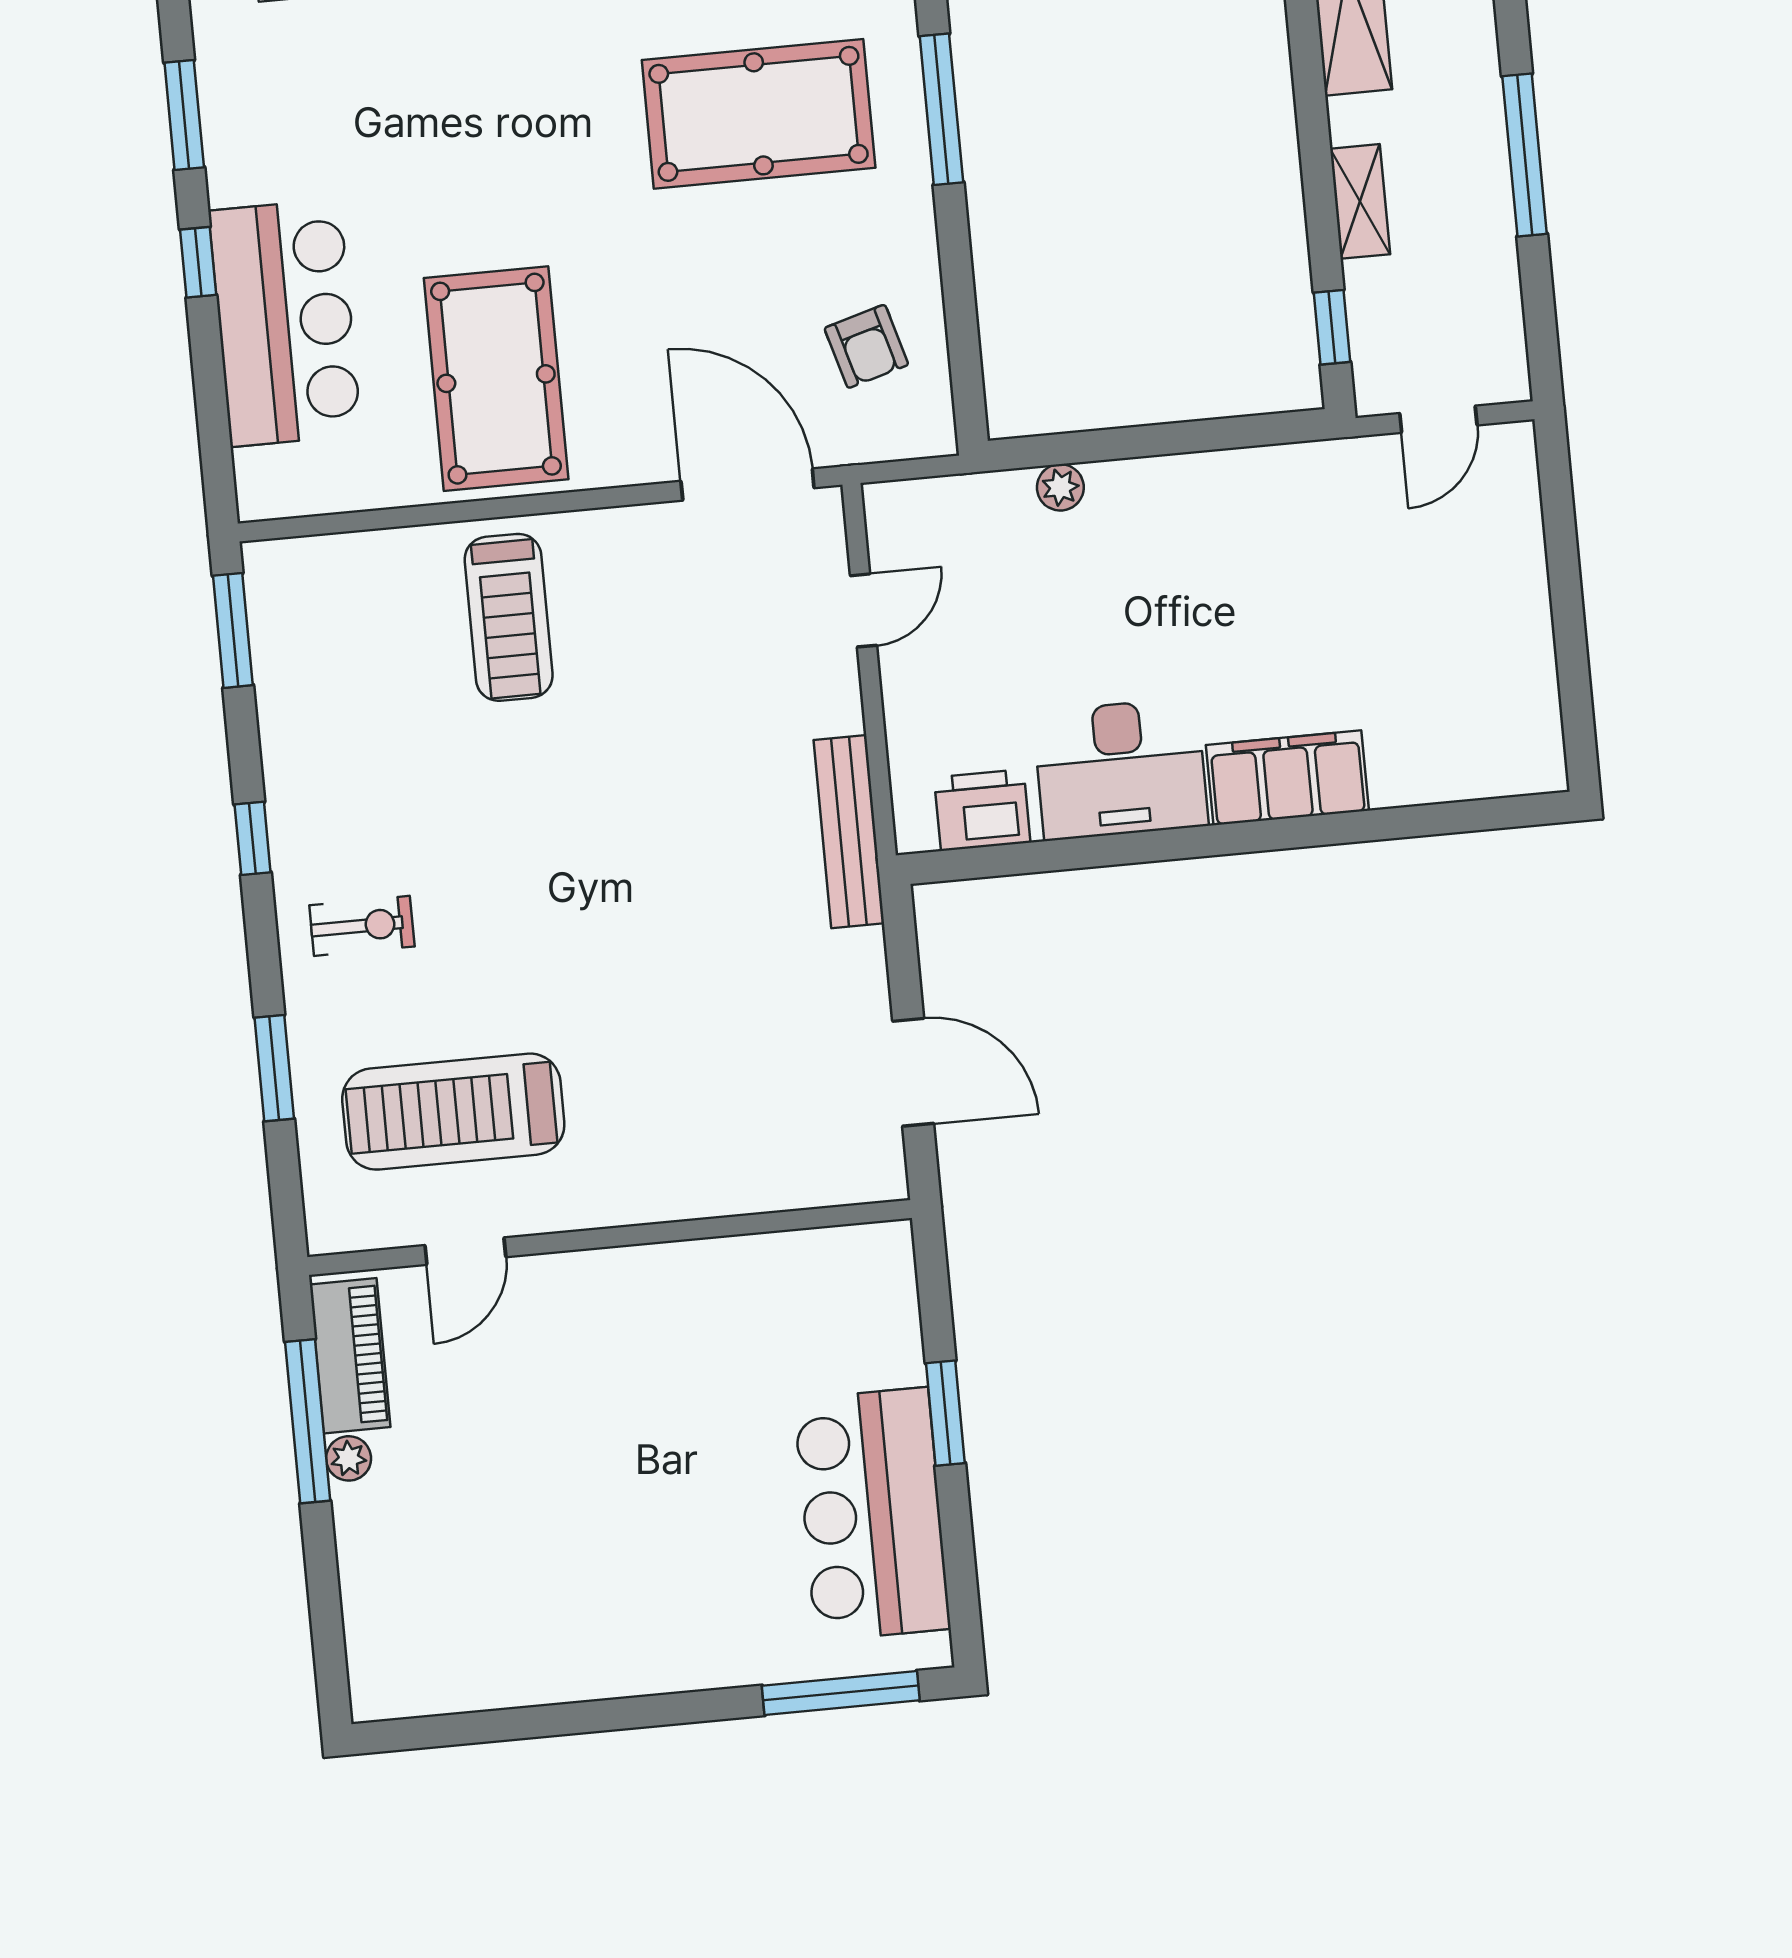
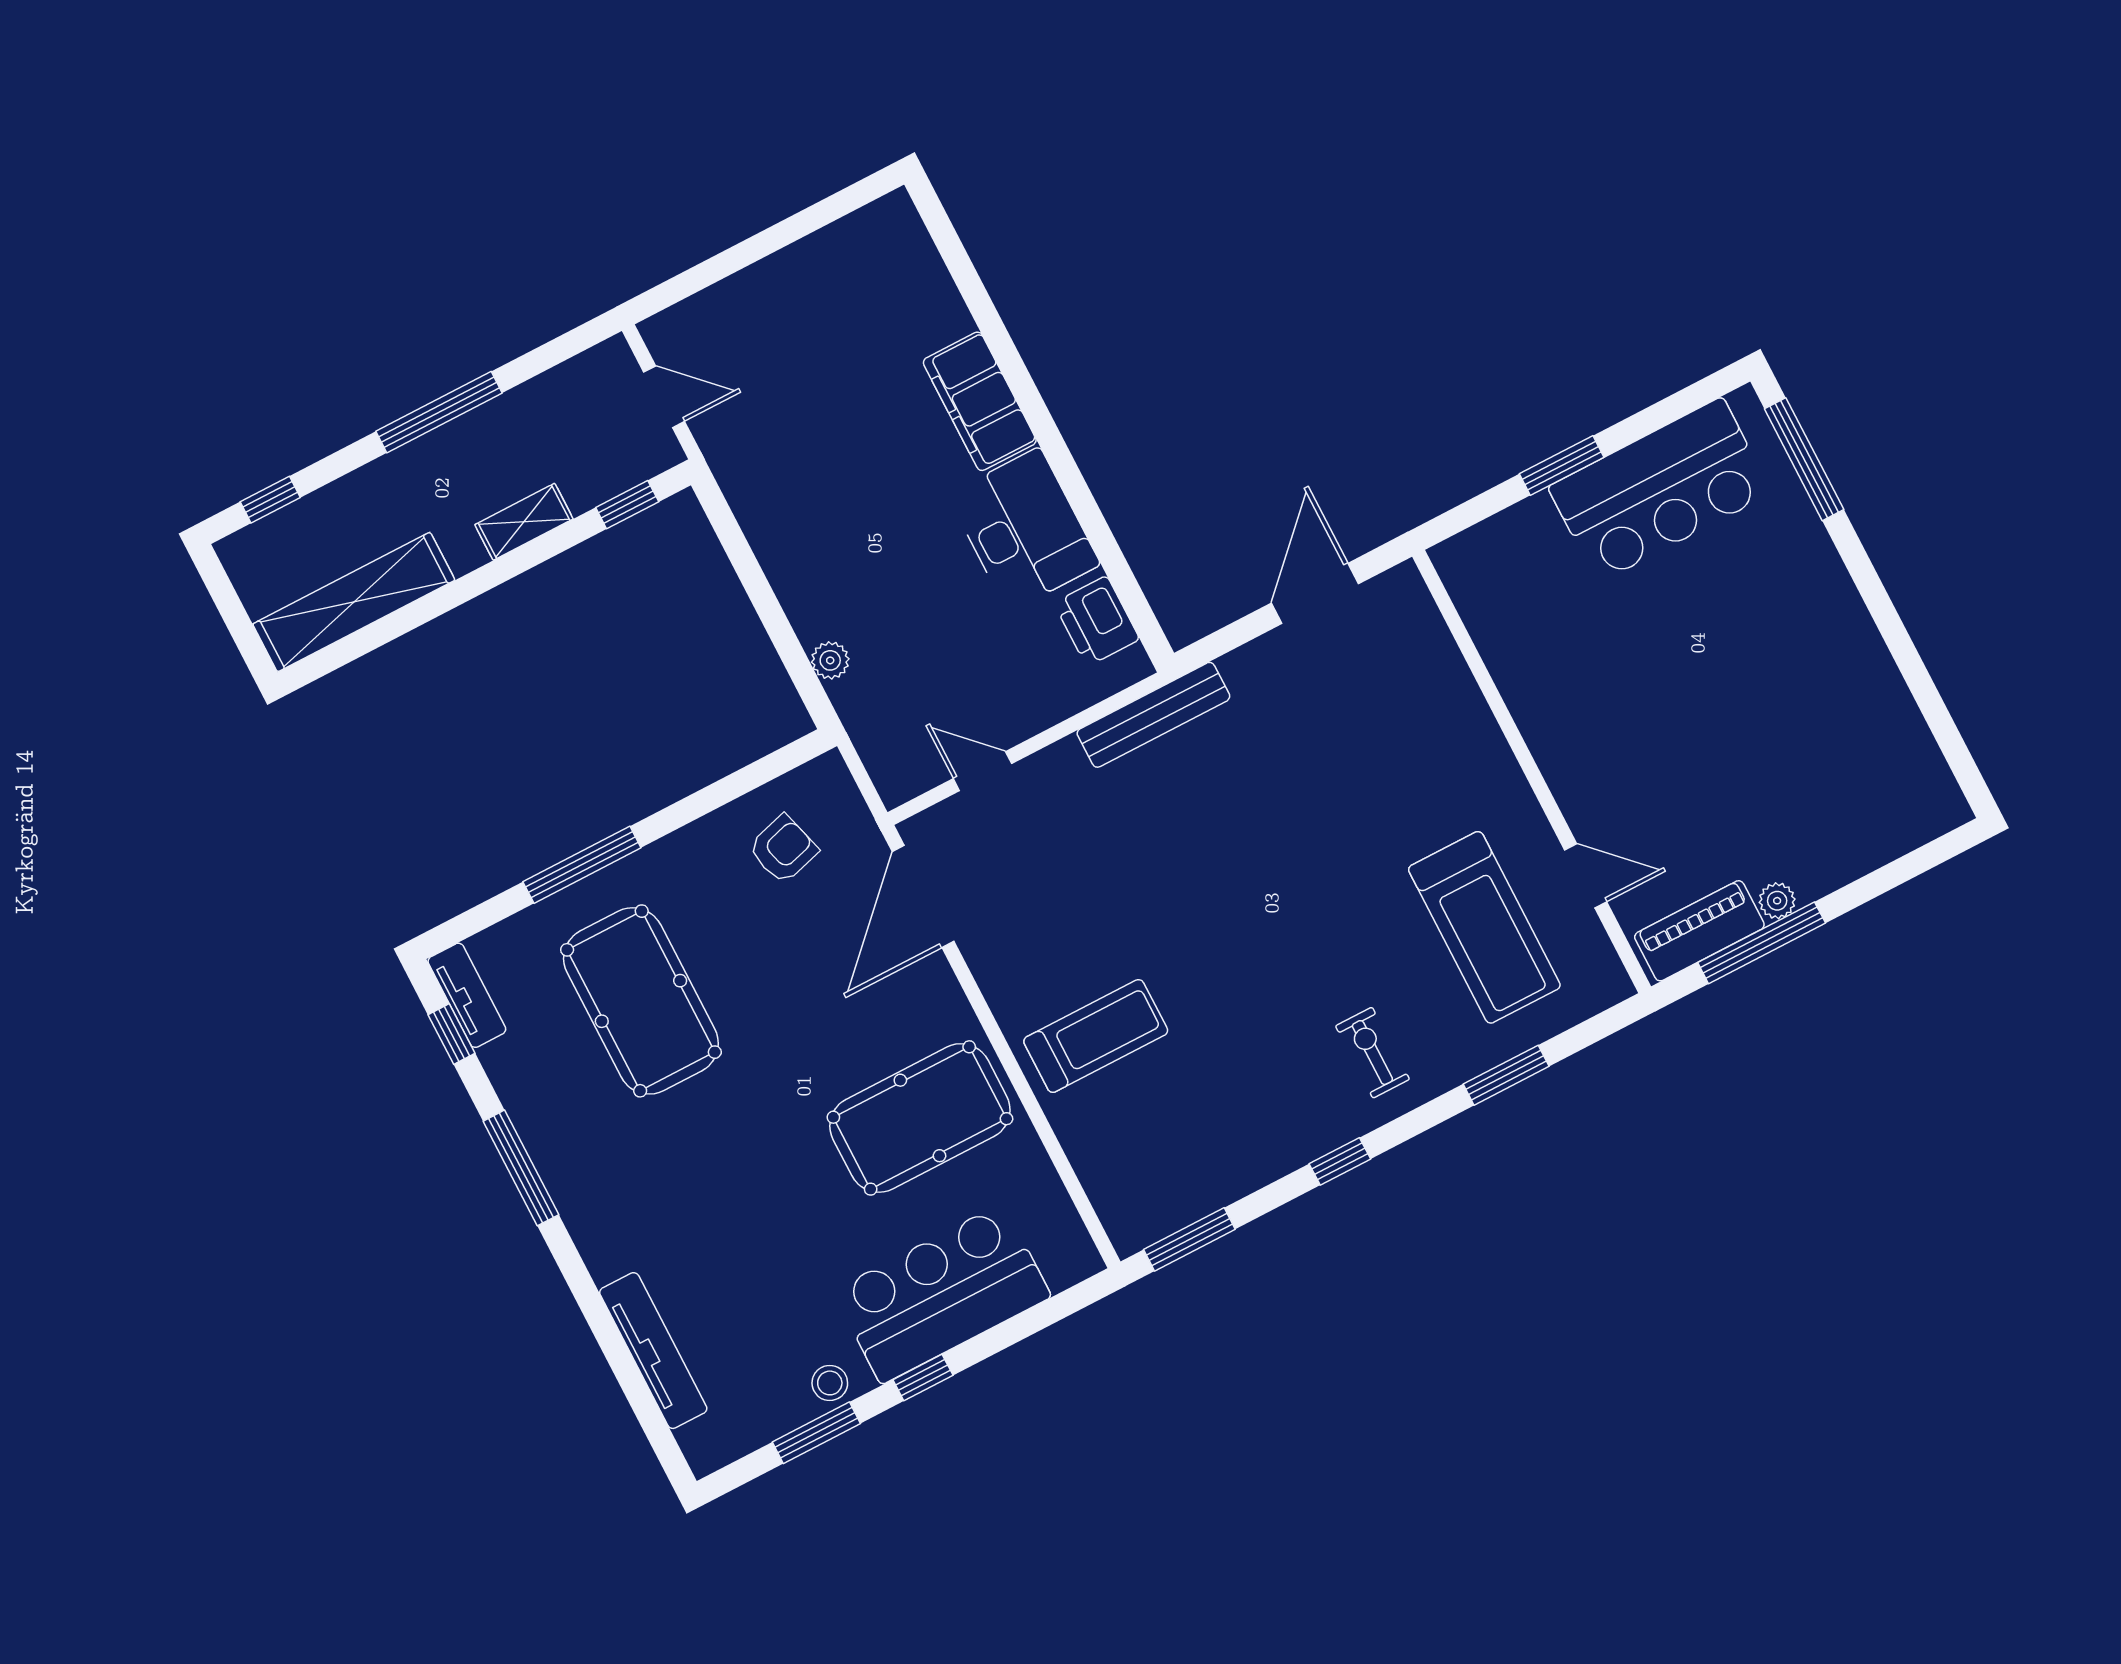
stool: (235, 153) -> (830, 1383), added

